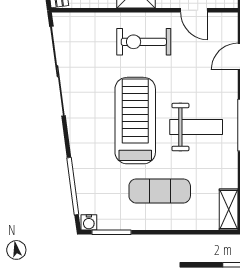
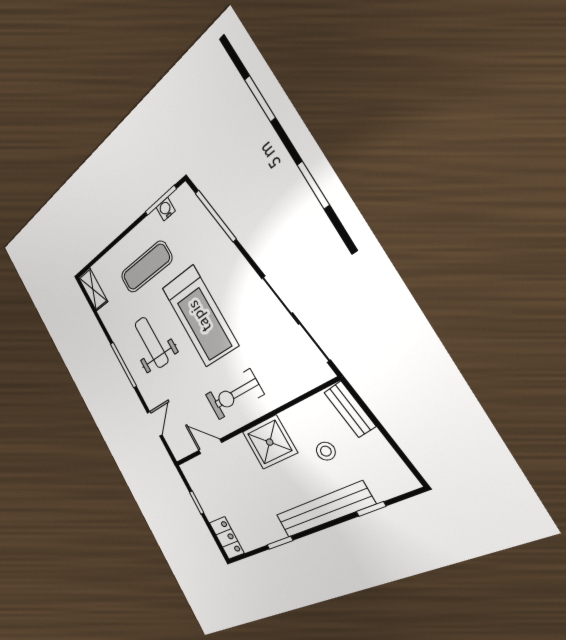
exercise bike: (144, 42) -> (234, 394), turned 180
weight bench: (196, 127) -> (152, 342), turned 90
water cooler: (89, 222) -> (166, 209), moved

